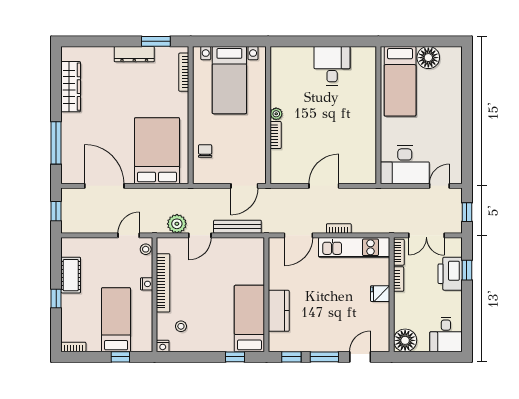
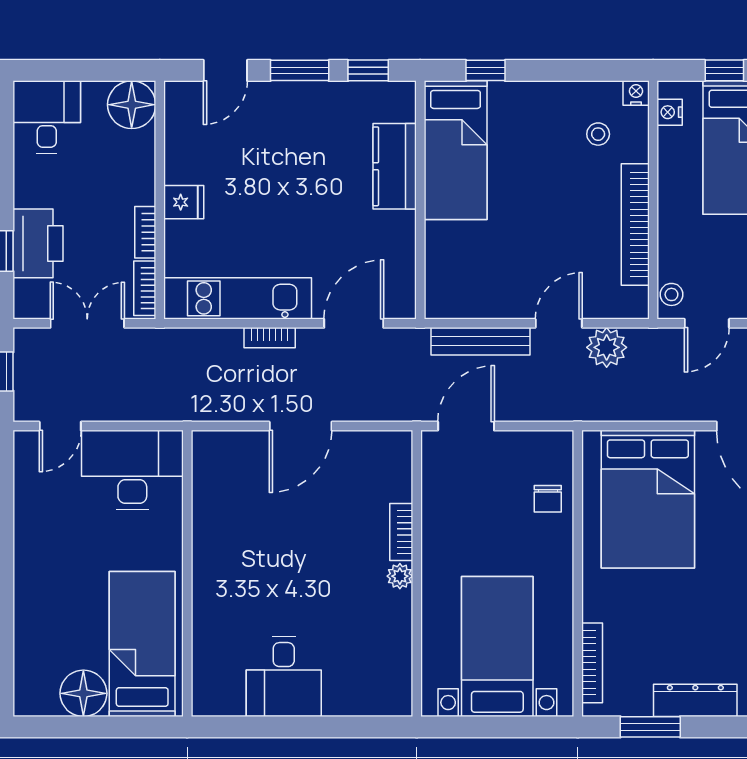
nightstand: (147, 284) -> (670, 112), moved

